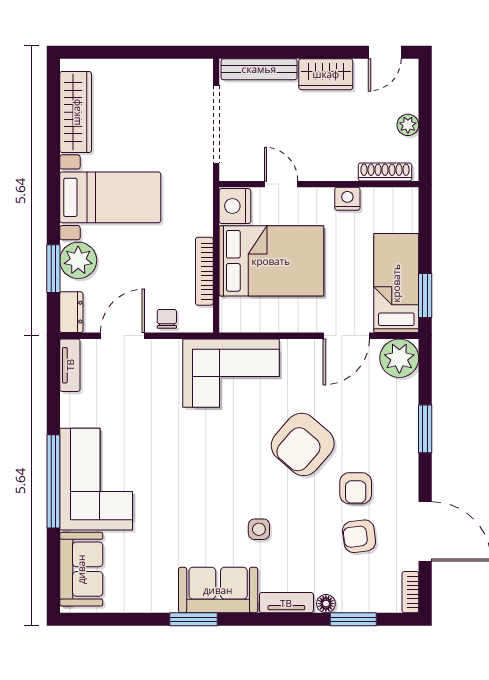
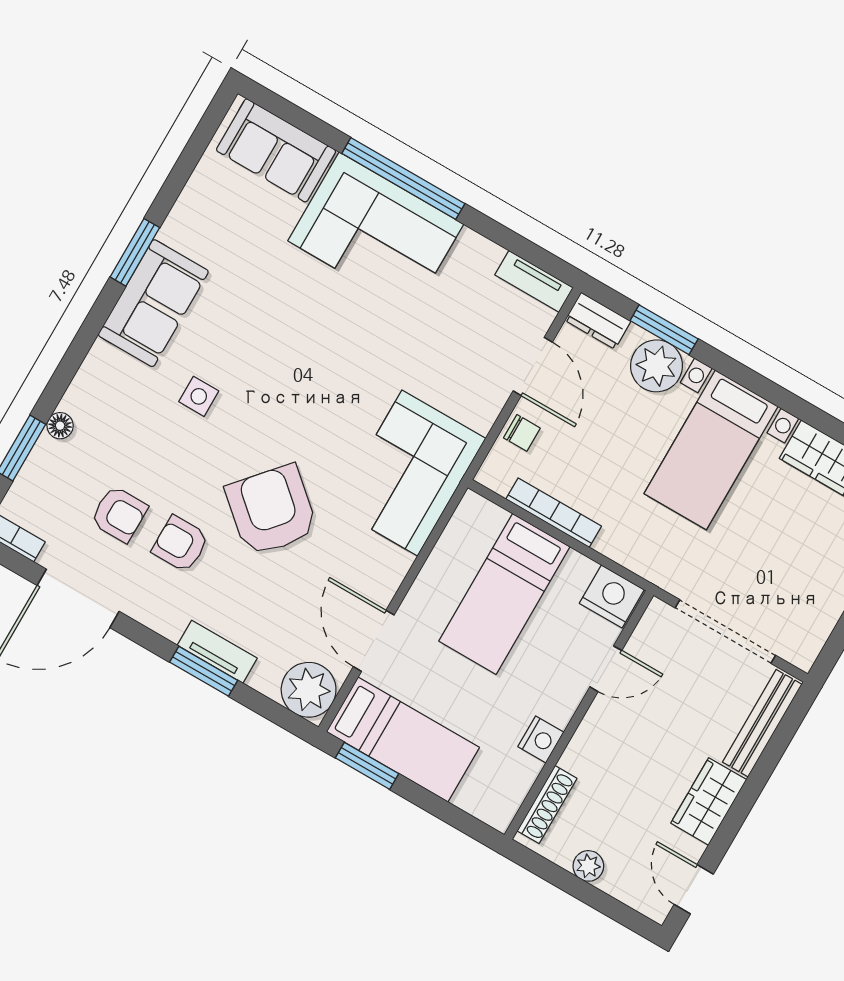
bed: (271, 261) -> (504, 594), width x0.67
armchair: (359, 536) -> (119, 514), turned 97
tv unit: (286, 603) -> (217, 652), moved, turned -90

